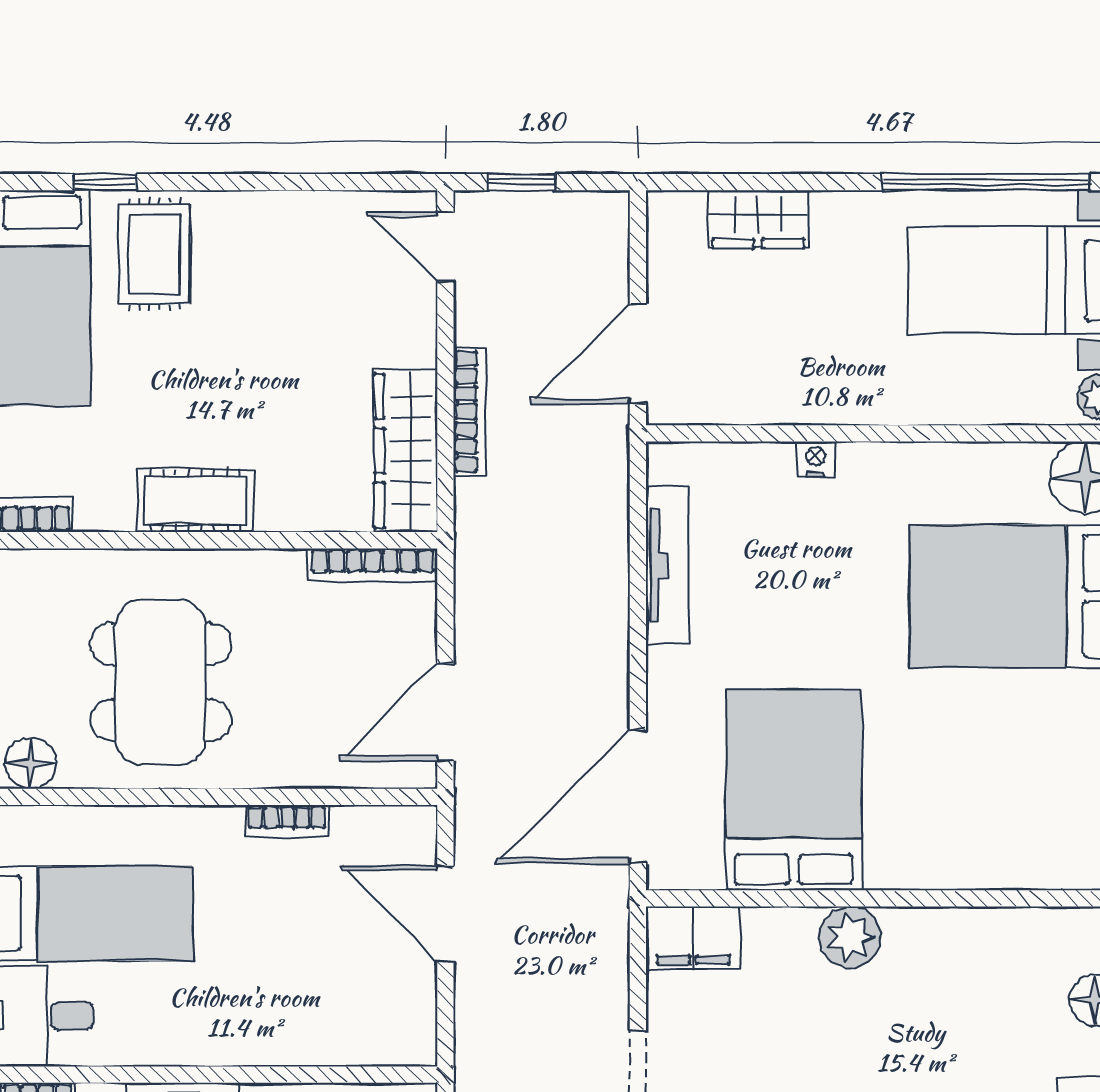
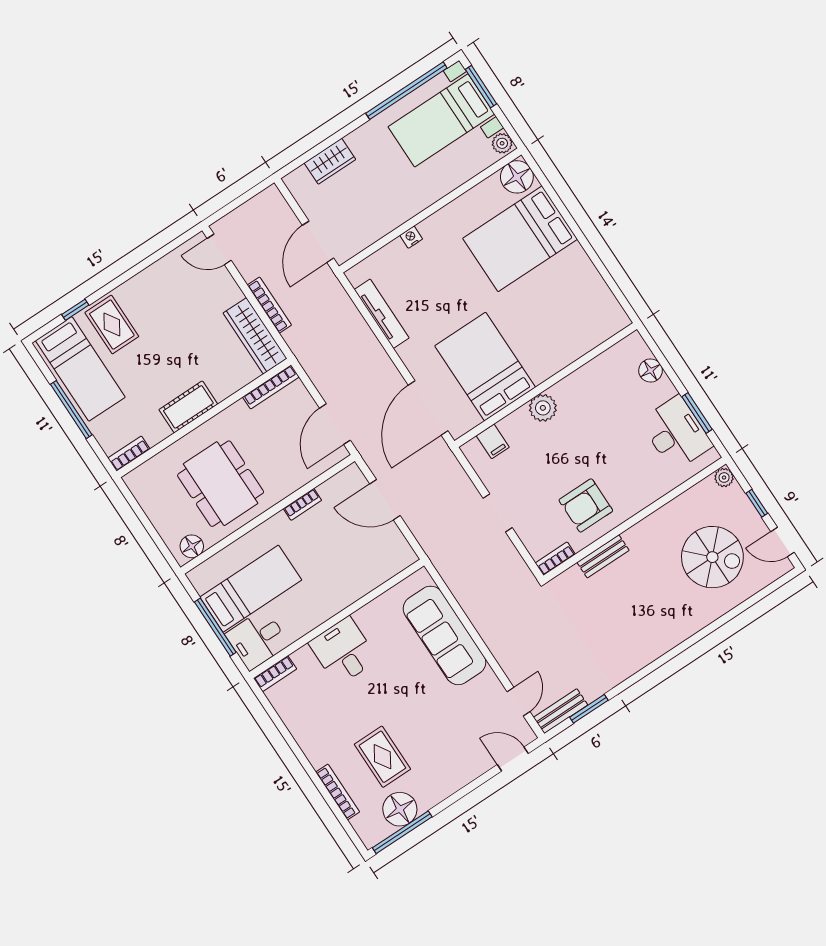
window: (522, 182) -> (232, 206), removed
filing cabinet: (693, 938) -> (493, 441), width x0.50

